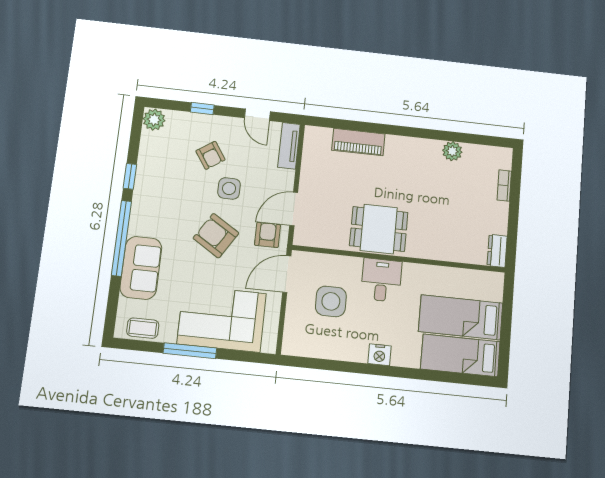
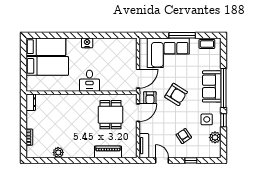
plant: (154, 120) -> (215, 137), moved
side table: (229, 188) -> (207, 119), moved
dining table: (379, 229) -> (111, 115), moved, turned 90
sofa: (141, 268) -> (212, 86), moved
side table: (331, 301) -> (114, 67), removed

